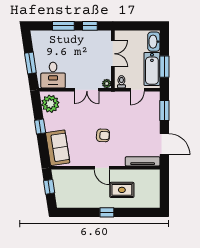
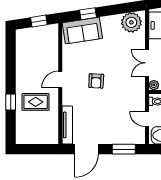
window: (40, 127) -> (88, 14), moved
rug: (122, 190) -> (36, 102), turned 90
window: (107, 212) -> (11, 102), moved

